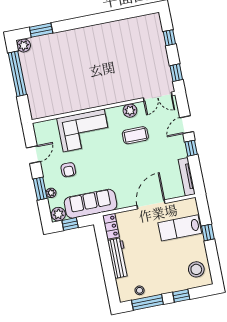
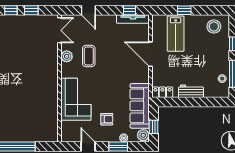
window: (176, 73) -> (31, 10), moved
window: (191, 148) -> (130, 10), moved
workbench: (118, 258) -> (191, 91), width x0.73

